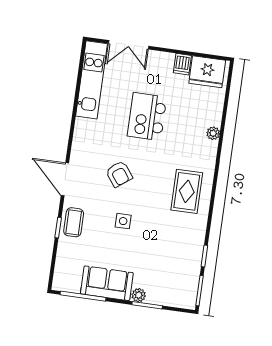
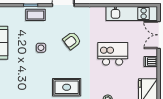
dishwasher: (182, 64) -> (151, 61), moved

